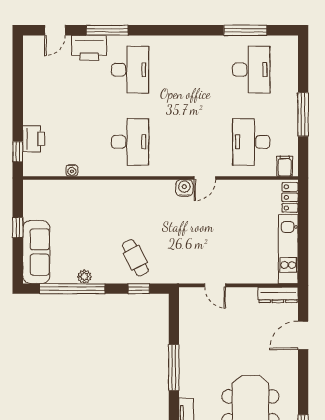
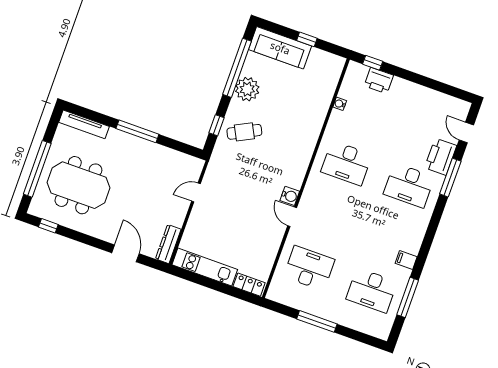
filing cabinet: (285, 166) -> (406, 260), moved, turned 180
plant: (84, 277) -> (247, 89), width x1.87, depth x1.87

